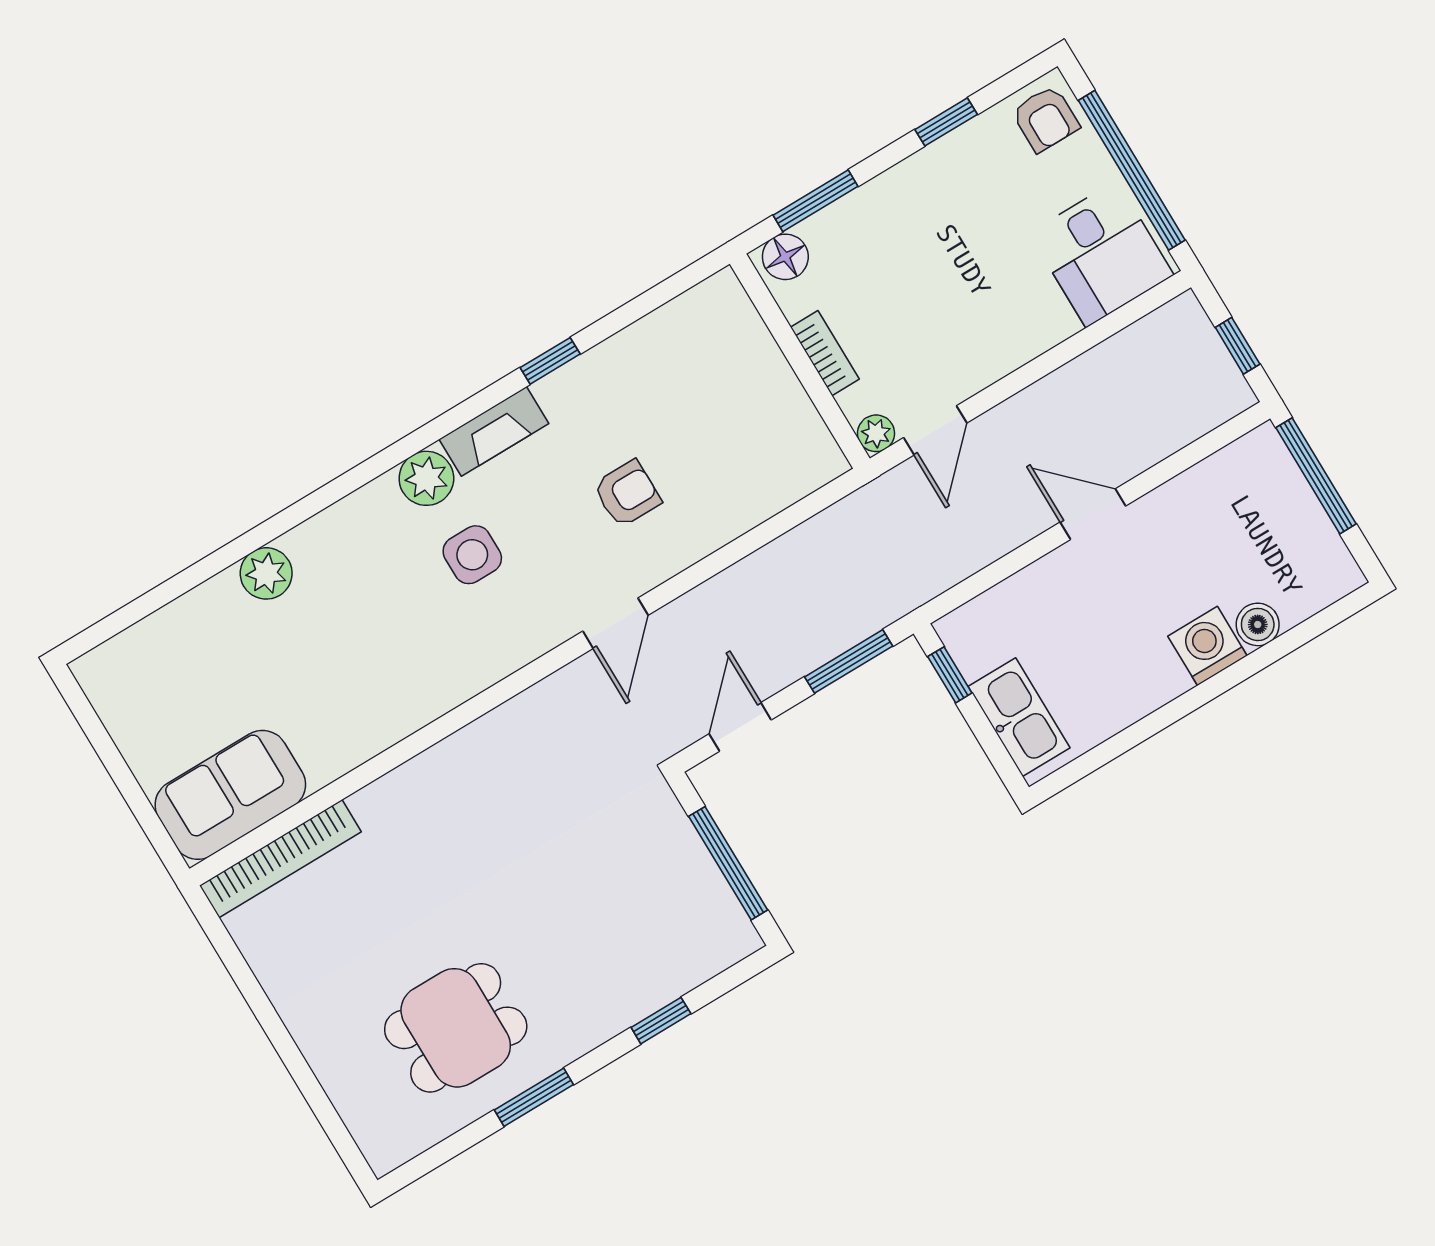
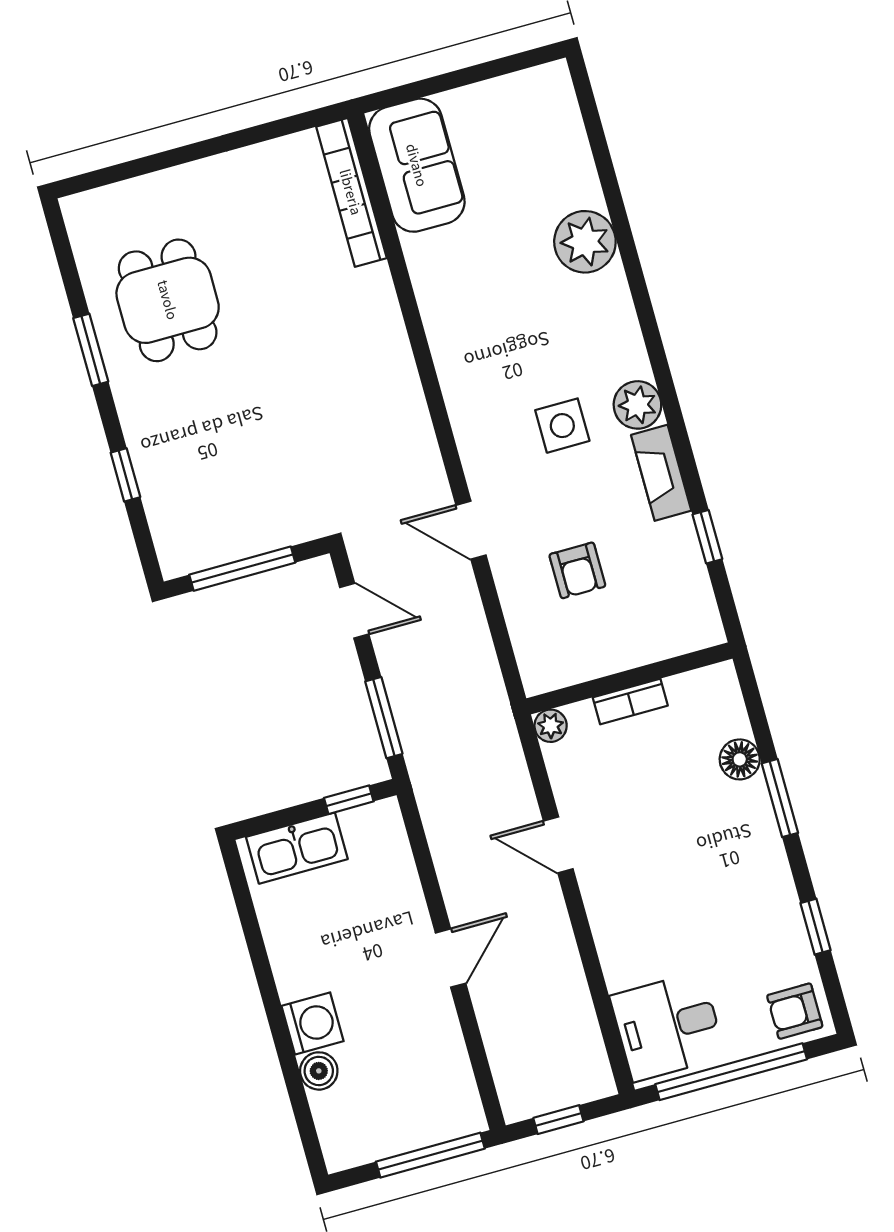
bookcase: (825, 353) -> (630, 701), moved
wall: (800, 361) -> (629, 678), moved
plant: (876, 433) -> (551, 726), moved
plant: (266, 573) -> (585, 242), width x1.36, depth x1.36

